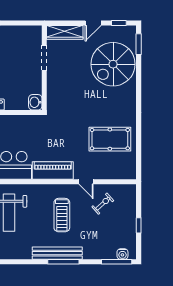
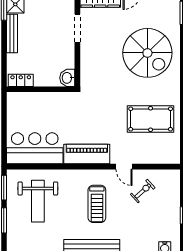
spiral stairs: (113, 64) -> (147, 53), moved, turned -90

